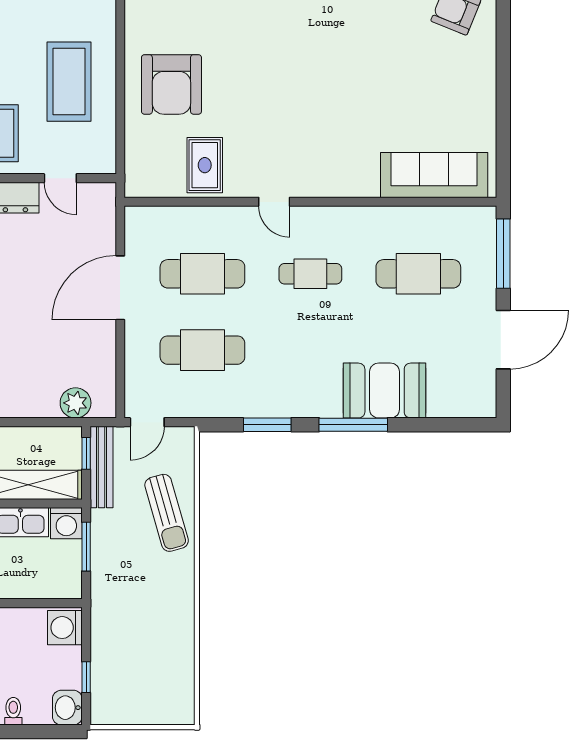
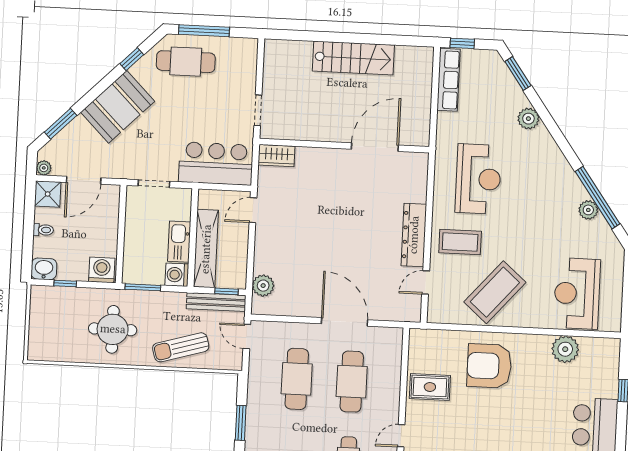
coffee table: (69, 82) -> (495, 292), turned -49
window: (86, 547) -> (143, 287), moved
round table: (146, 608) -> (113, 329), added

